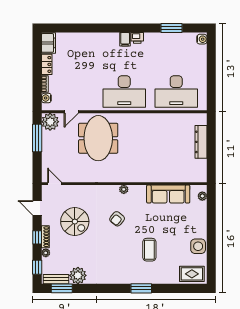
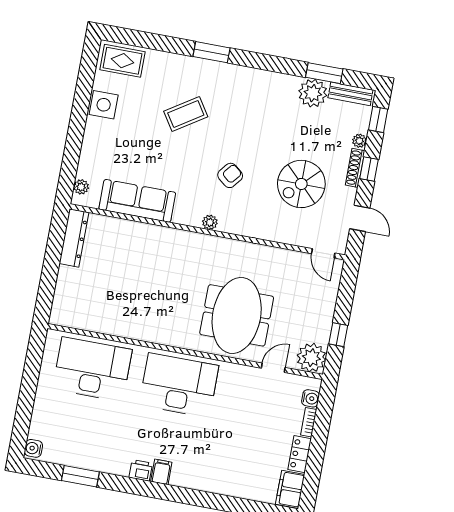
window: (37, 138) -> (338, 335), width x0.46
dresser: (201, 142) -> (74, 238), moved
spiral stairs: (75, 222) -> (301, 184), turned -90
coffee table: (149, 250) -> (186, 114), turned 57
window: (62, 288) -> (324, 73), moved

